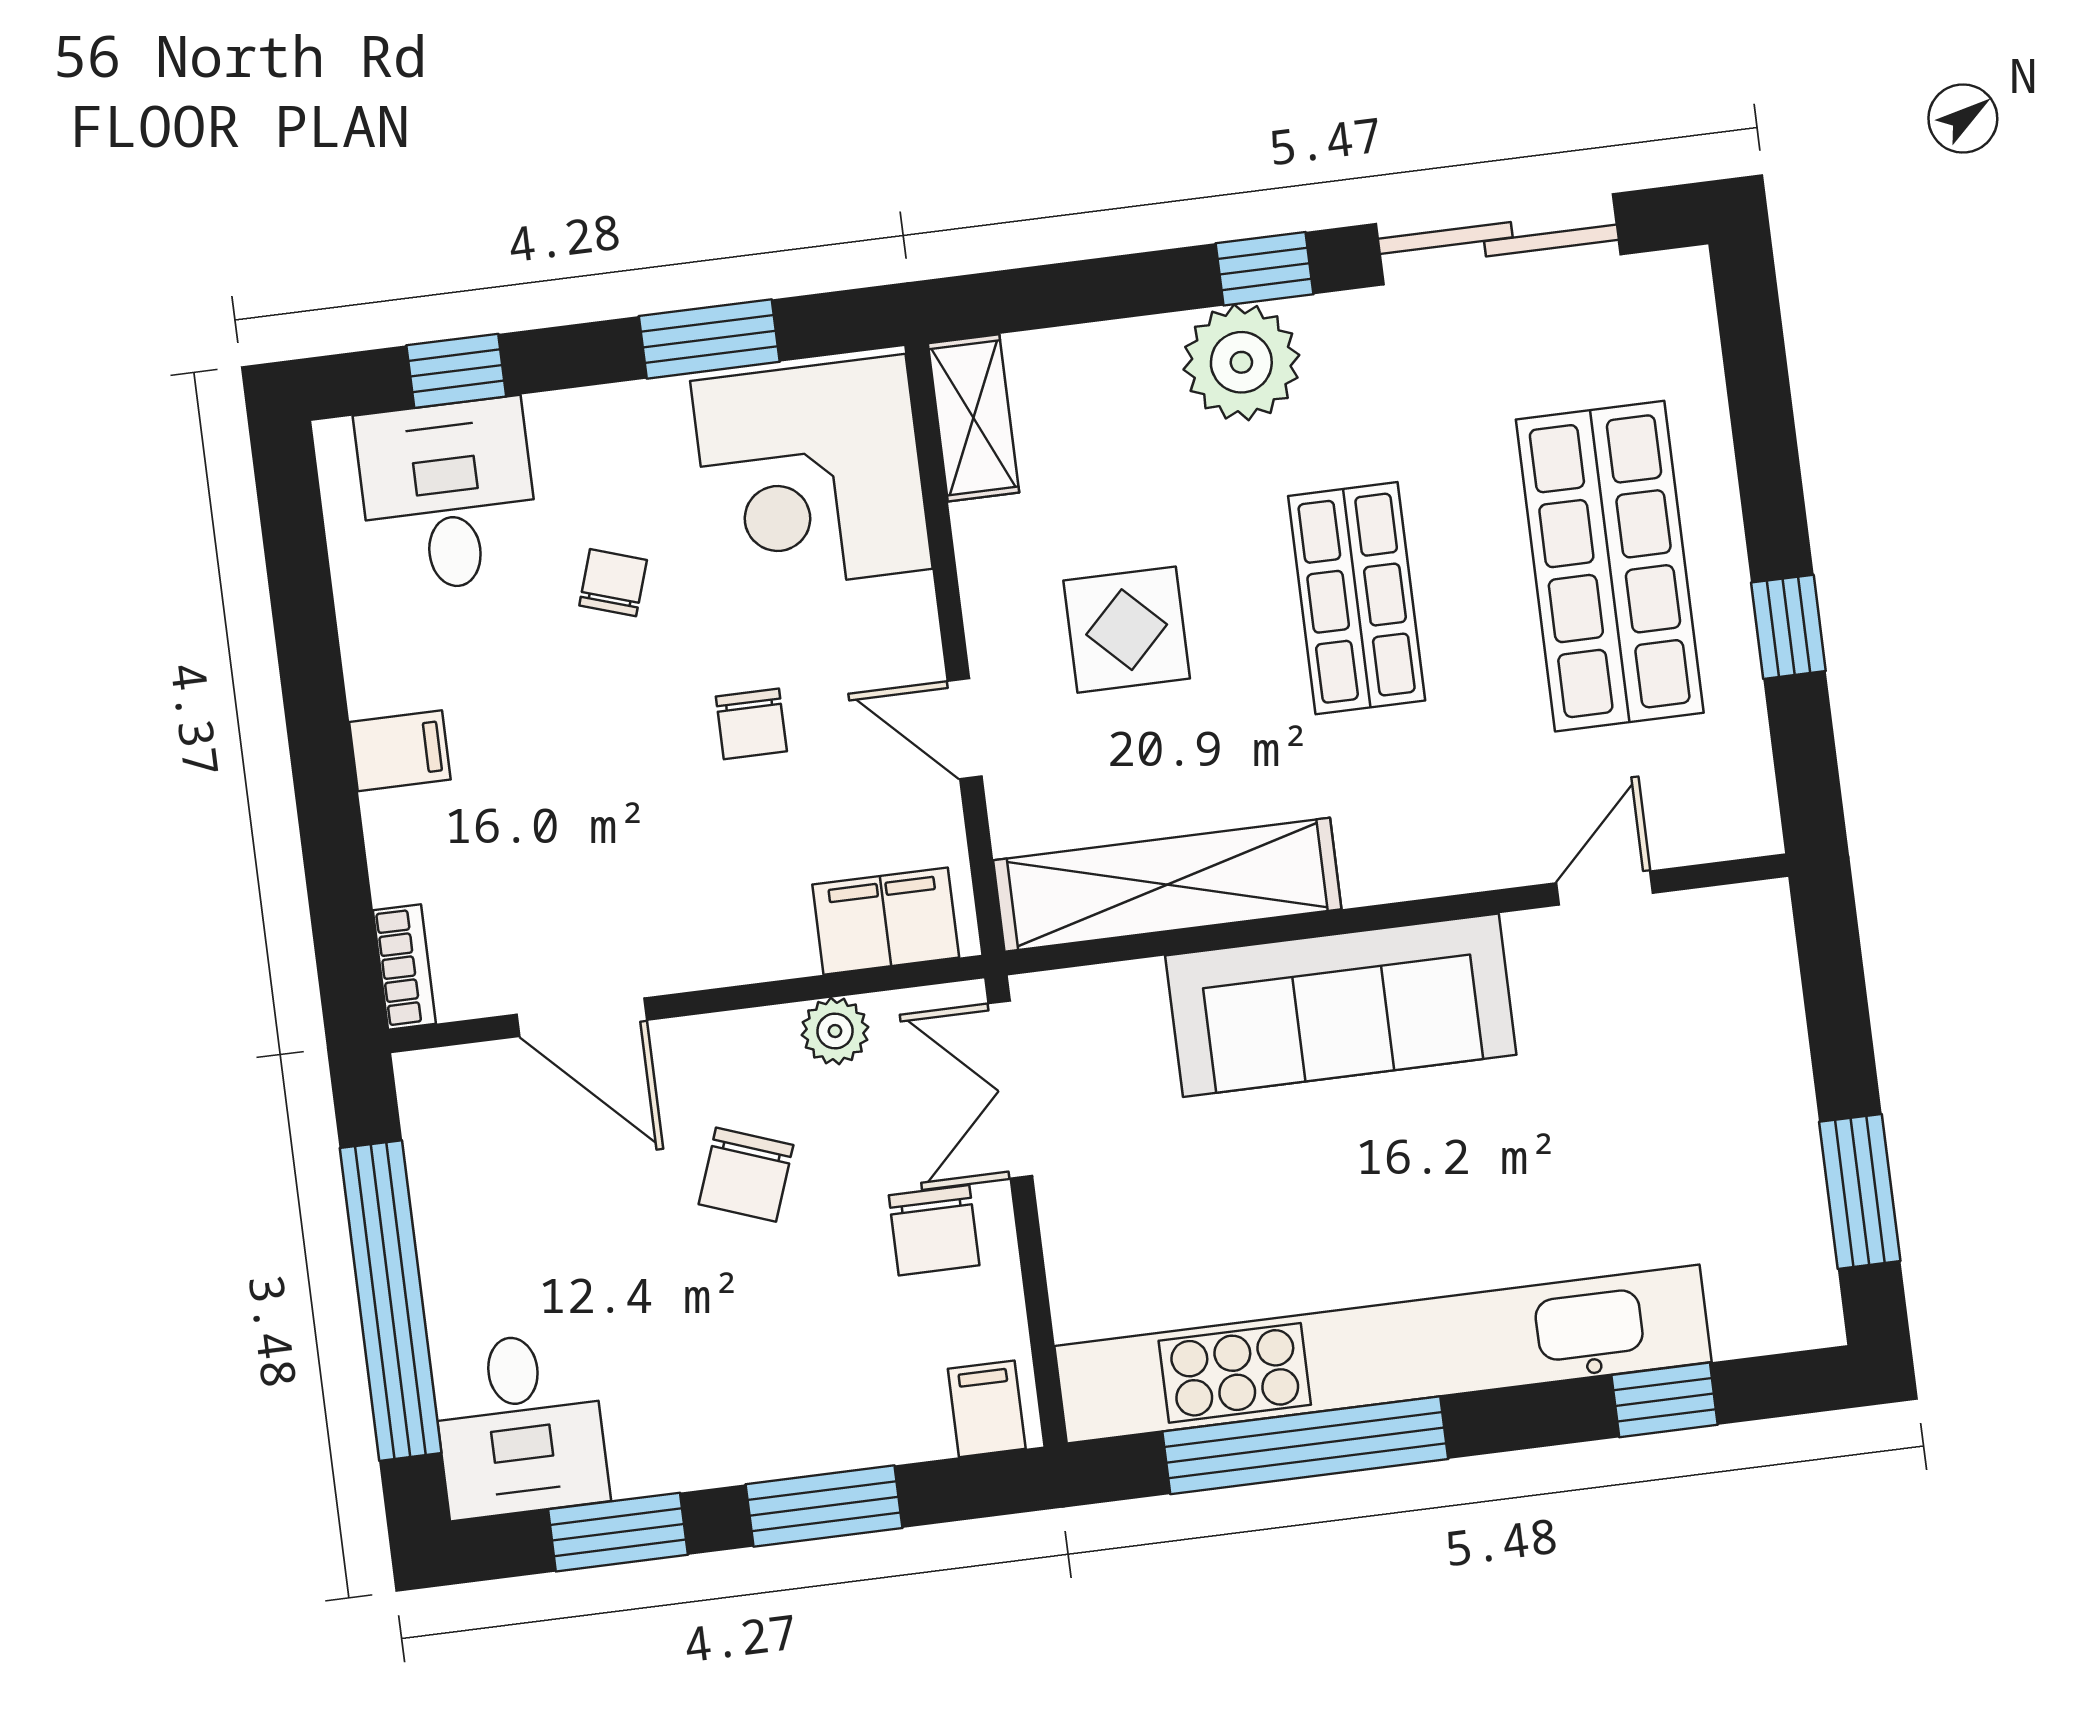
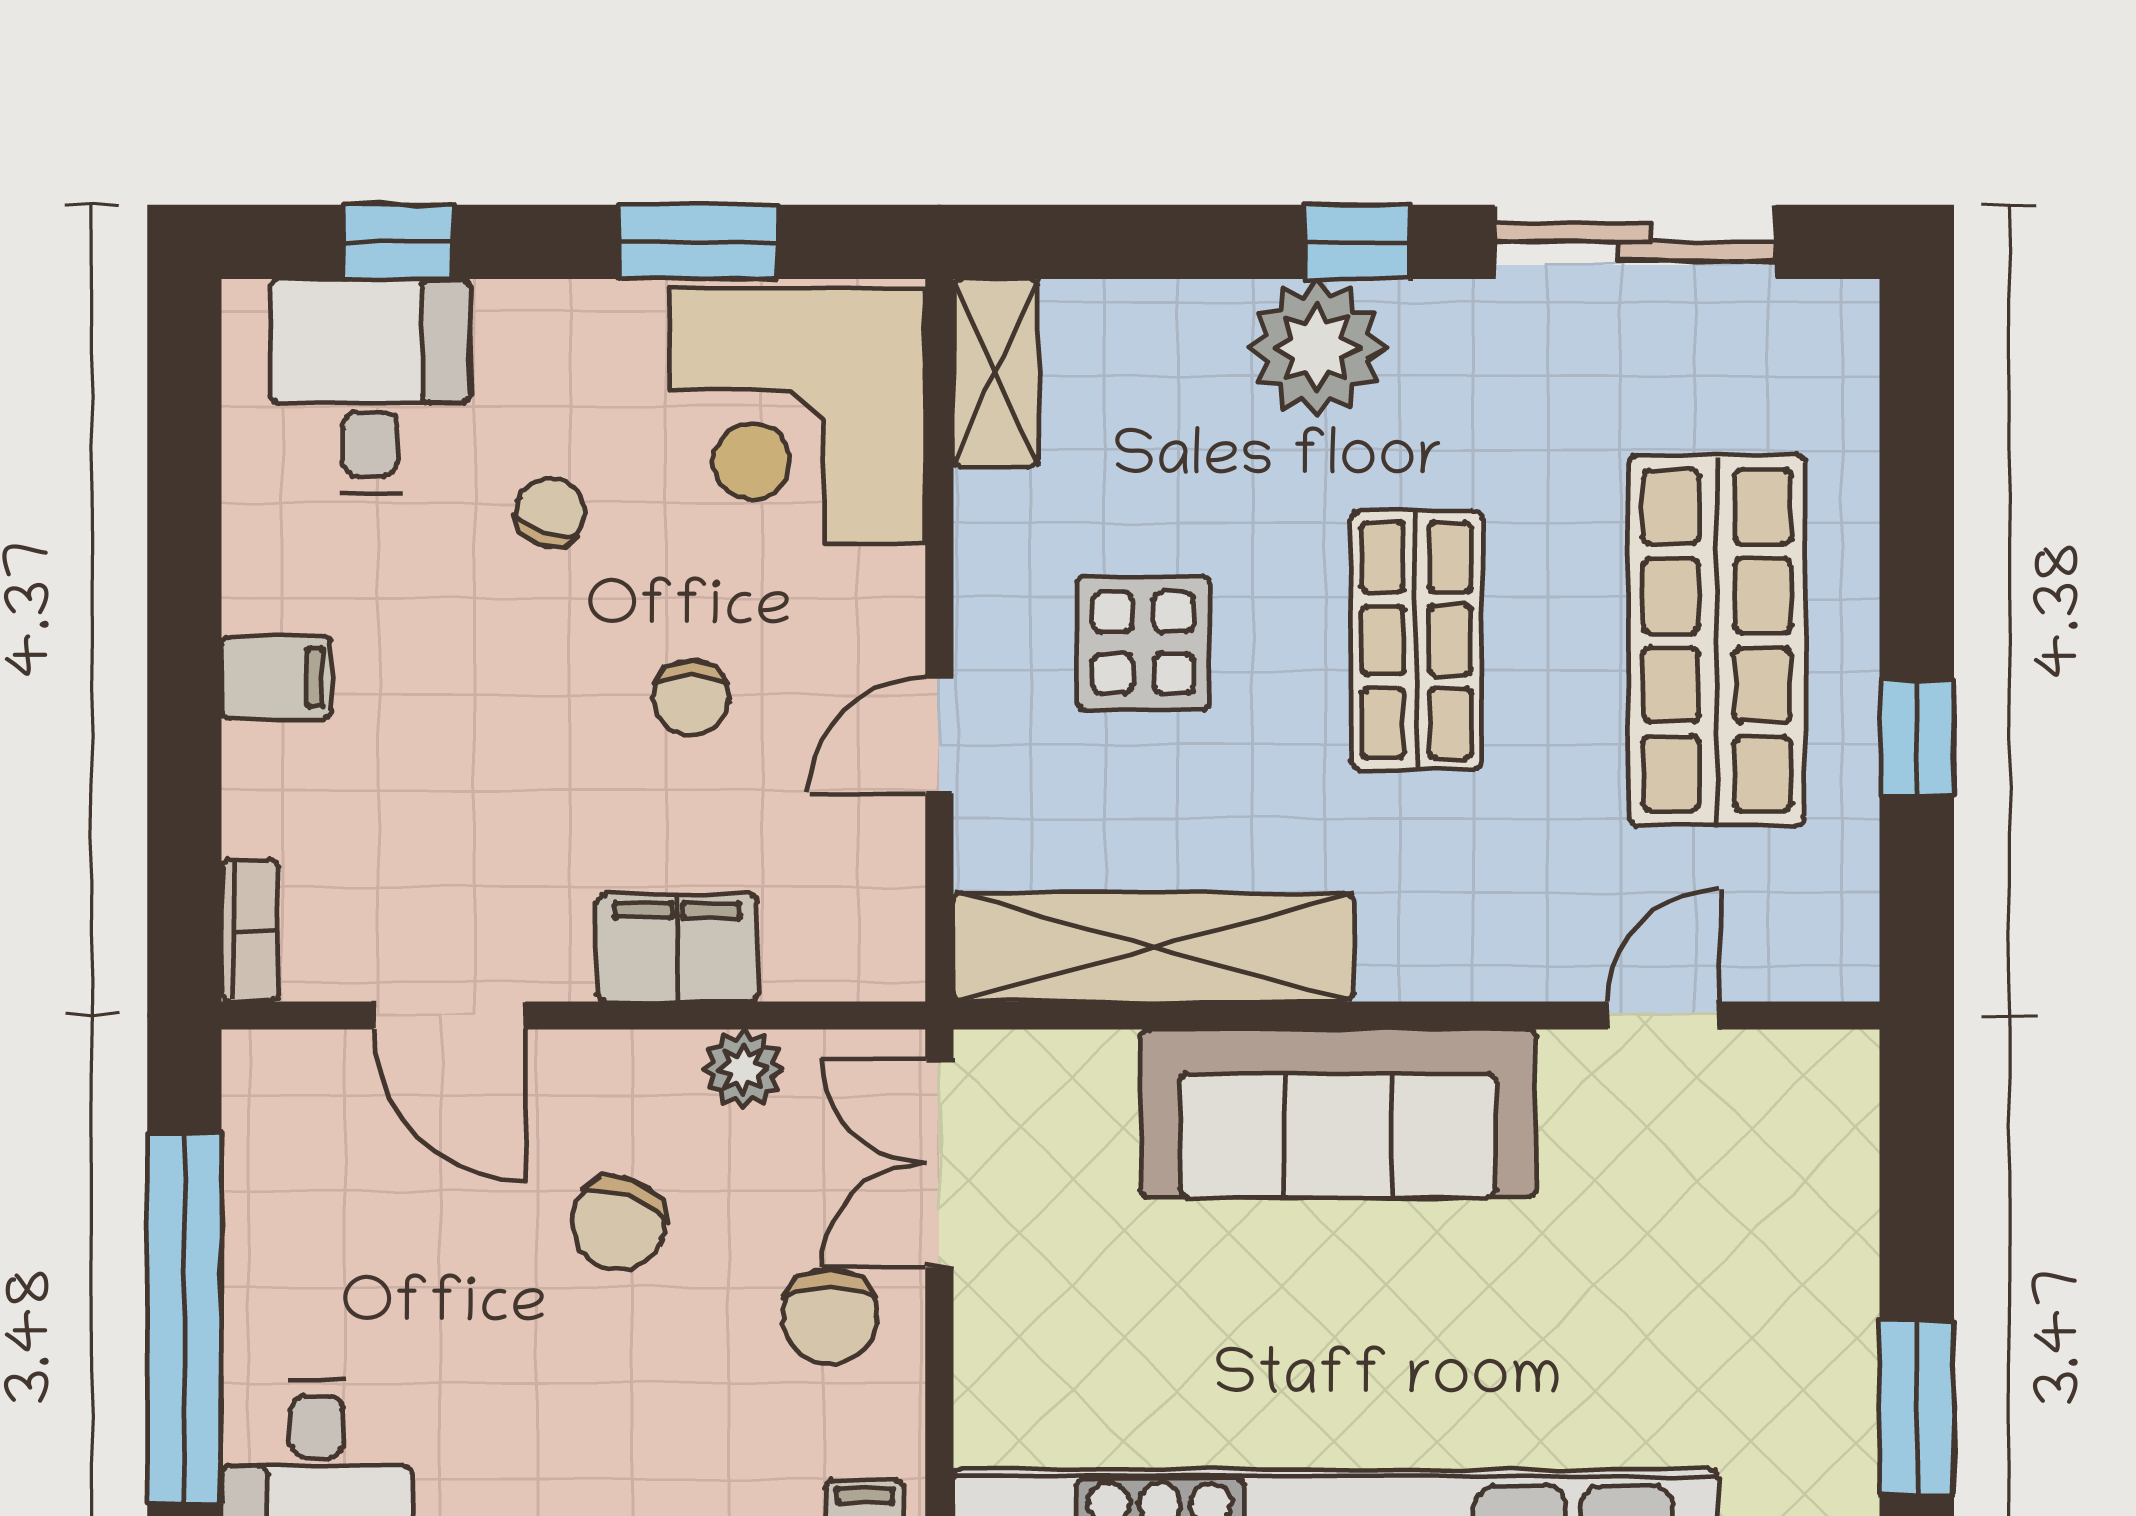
door: (965, 729) -> (939, 735), hinge flipped
filing cabinet: (886, 921) -> (677, 948), moved

